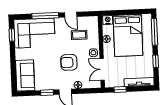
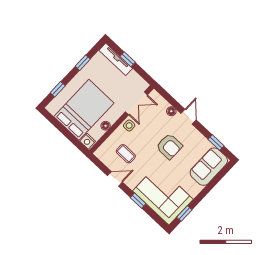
door: (71, 15) -> (115, 179), hinge flipped
window: (45, 16) -> (138, 201), width x0.46
window: (154, 32) -> (58, 89), width x0.46
armchair: (69, 62) -> (169, 146), moved
window: (120, 90) -> (128, 59), moved
window: (47, 93) -> (216, 143), moved

